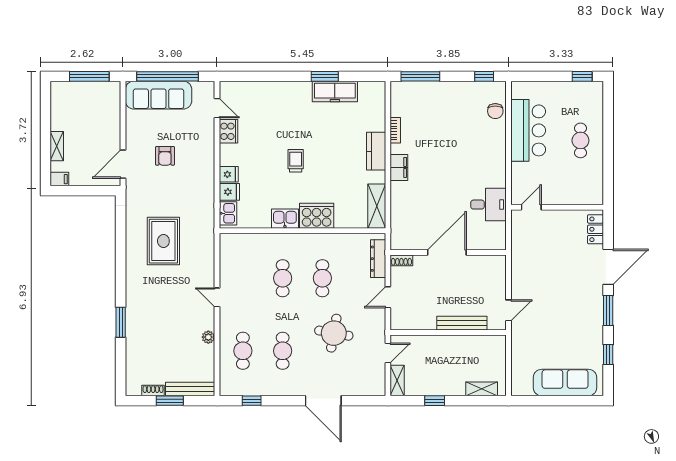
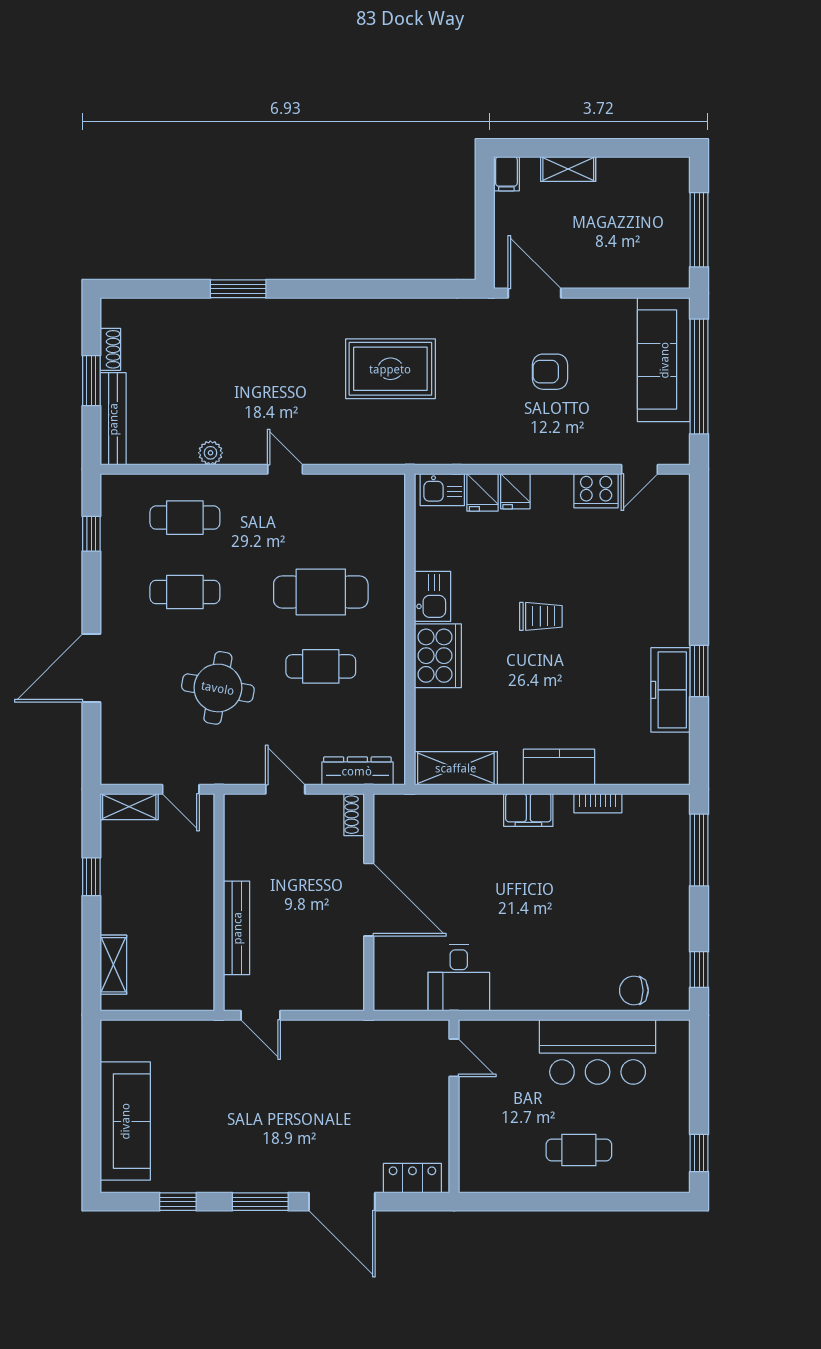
cafe table: (283, 278) -> (321, 592), width x1.37, depth x1.35
door: (217, 297) -> (285, 469), hinge flipped

